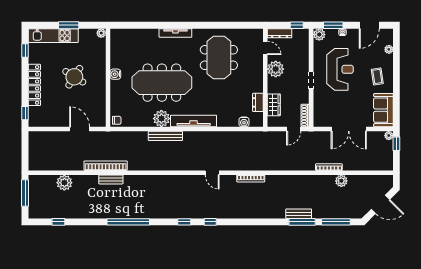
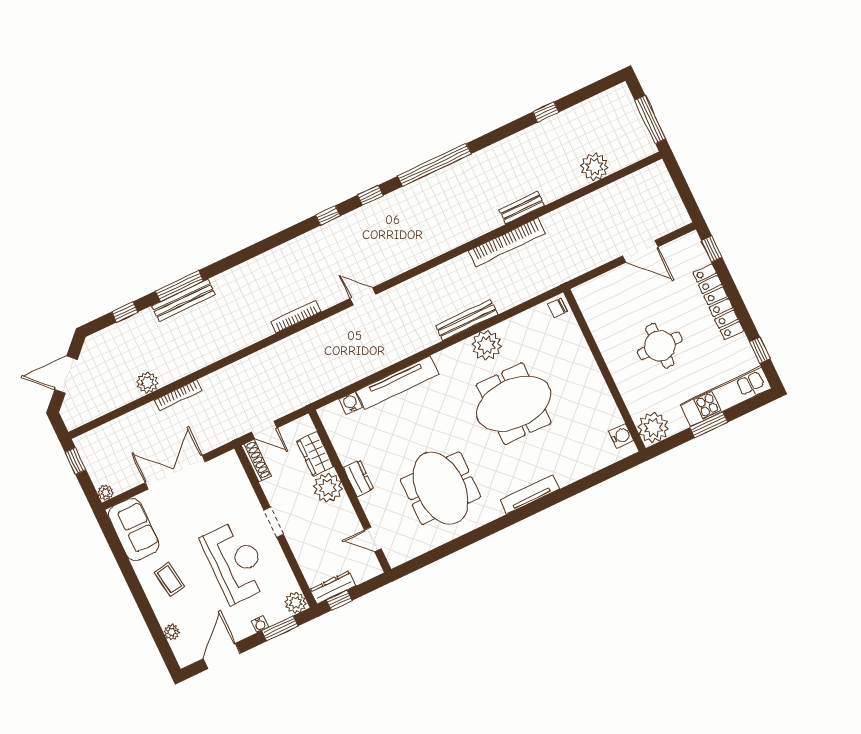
plant: (101, 33) -> (653, 428), width x1.88, depth x1.88
dresser: (280, 33) -> (333, 587), moved
plant: (276, 69) -> (328, 488), moved
reception desk: (340, 69) -> (235, 562), turned 180
water cooler: (115, 74) -> (621, 436), moved
round table: (74, 77) -> (660, 346), turned -32
meeting table: (162, 83) -> (514, 404), width x0.73
dresser: (258, 102) -> (358, 478), moved
tv unit: (194, 121) -> (398, 383), moved
door: (80, 129) -> (640, 251), moved
door: (294, 129) -> (264, 430), swing flipped
window: (396, 144) -> (75, 461), moved
bookcase: (106, 166) -> (507, 242), moved
bench: (299, 214) -> (184, 300), width x1.36
window: (58, 222) -> (546, 112), moved
window: (128, 222) -> (435, 165), moved
window: (336, 222) -> (125, 312), width x0.46

